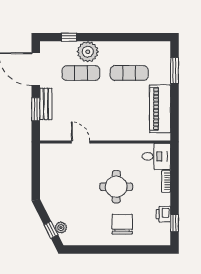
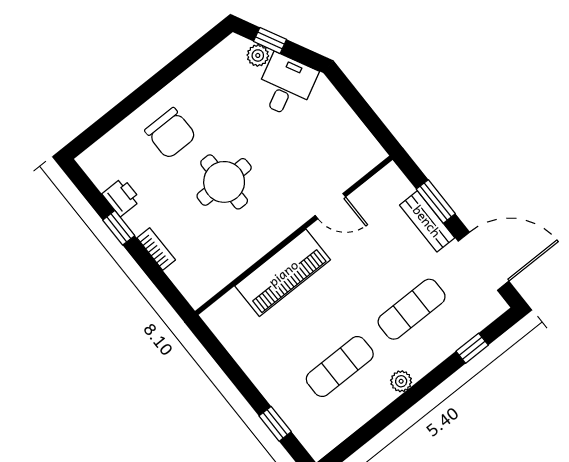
plant: (88, 52) -> (401, 381), moved, width x0.53, depth x0.53
window: (174, 71) -> (275, 424), width x0.67
piano: (160, 109) -> (283, 273), moved, turned 90
desk: (156, 156) -> (286, 86), moved, turned 153
window: (174, 223) -> (119, 228), moved

